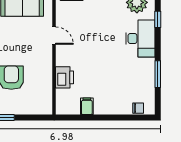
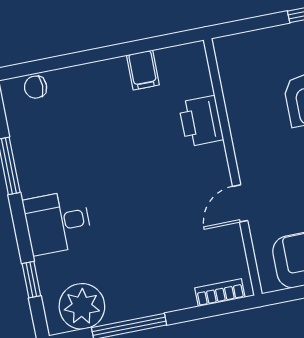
door: (54, 36) -> (240, 203), hinge flipped
desk: (140, 38) -> (58, 222), width x0.73

